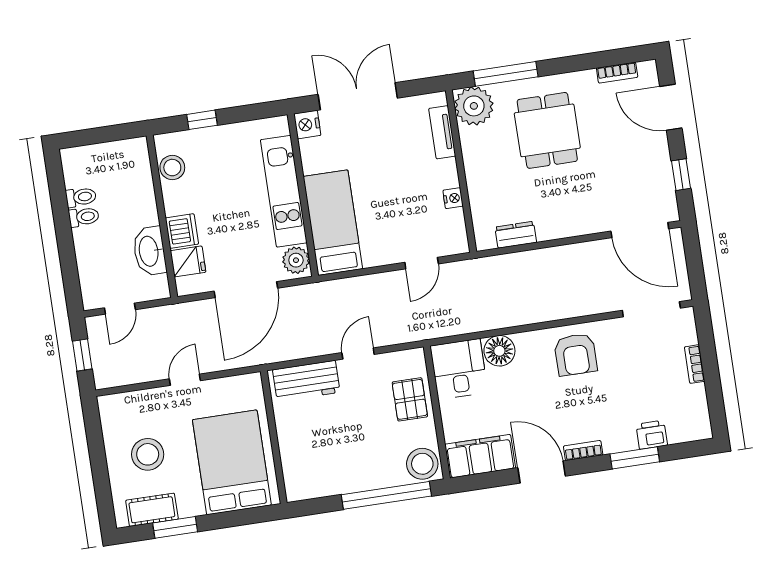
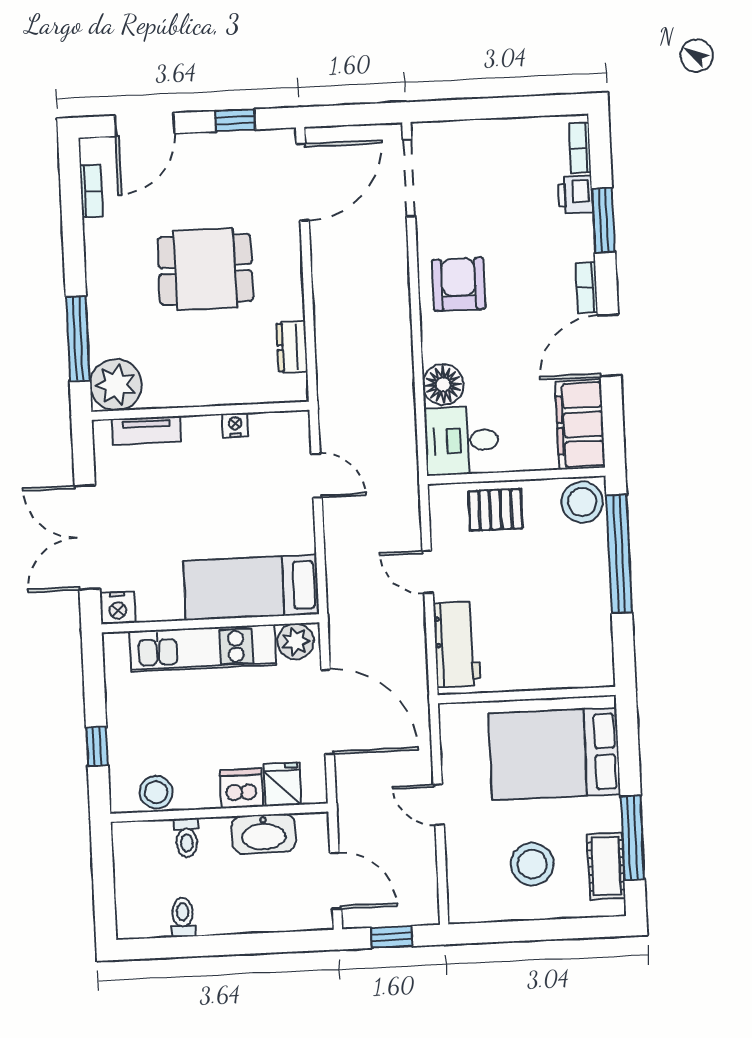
dining table: (547, 130) -> (205, 269), moved
toilet: (84, 217) -> (187, 838), moved, turned 180
door: (120, 309) -> (336, 881), width x1.38
armchair: (576, 355) -> (459, 284), turned -90
bookcase: (695, 364) -> (580, 148), moved, turned 90
window: (175, 527) -> (633, 838), width x1.44

